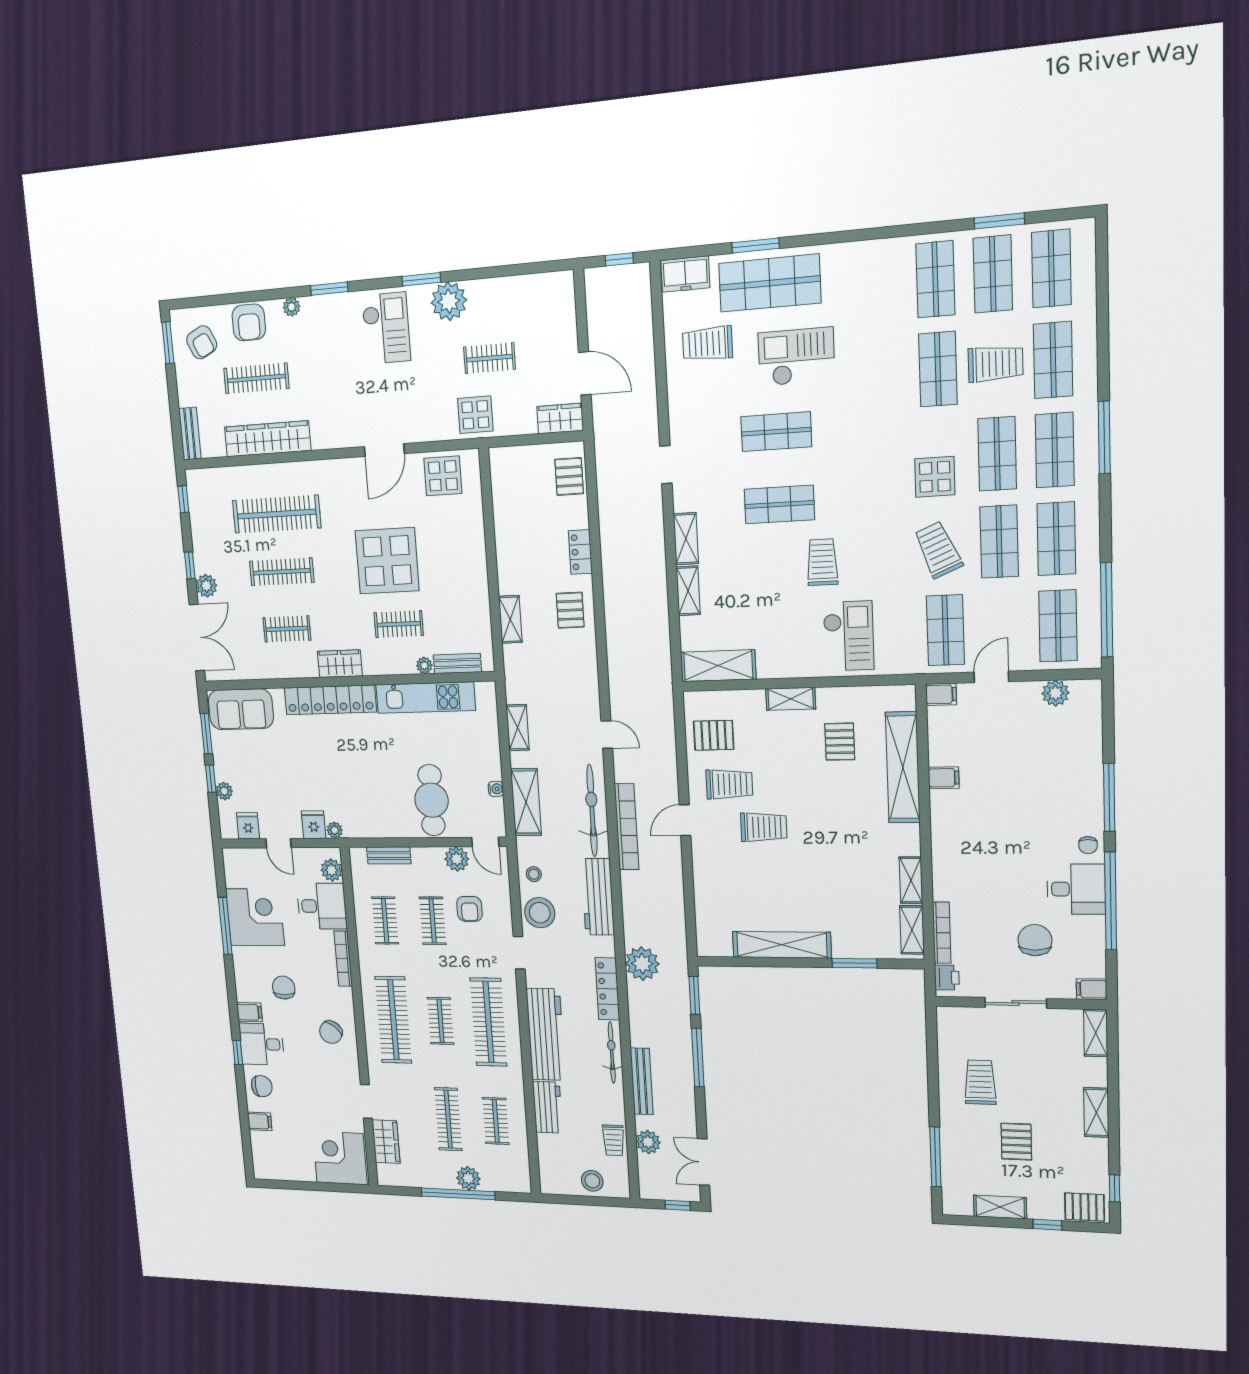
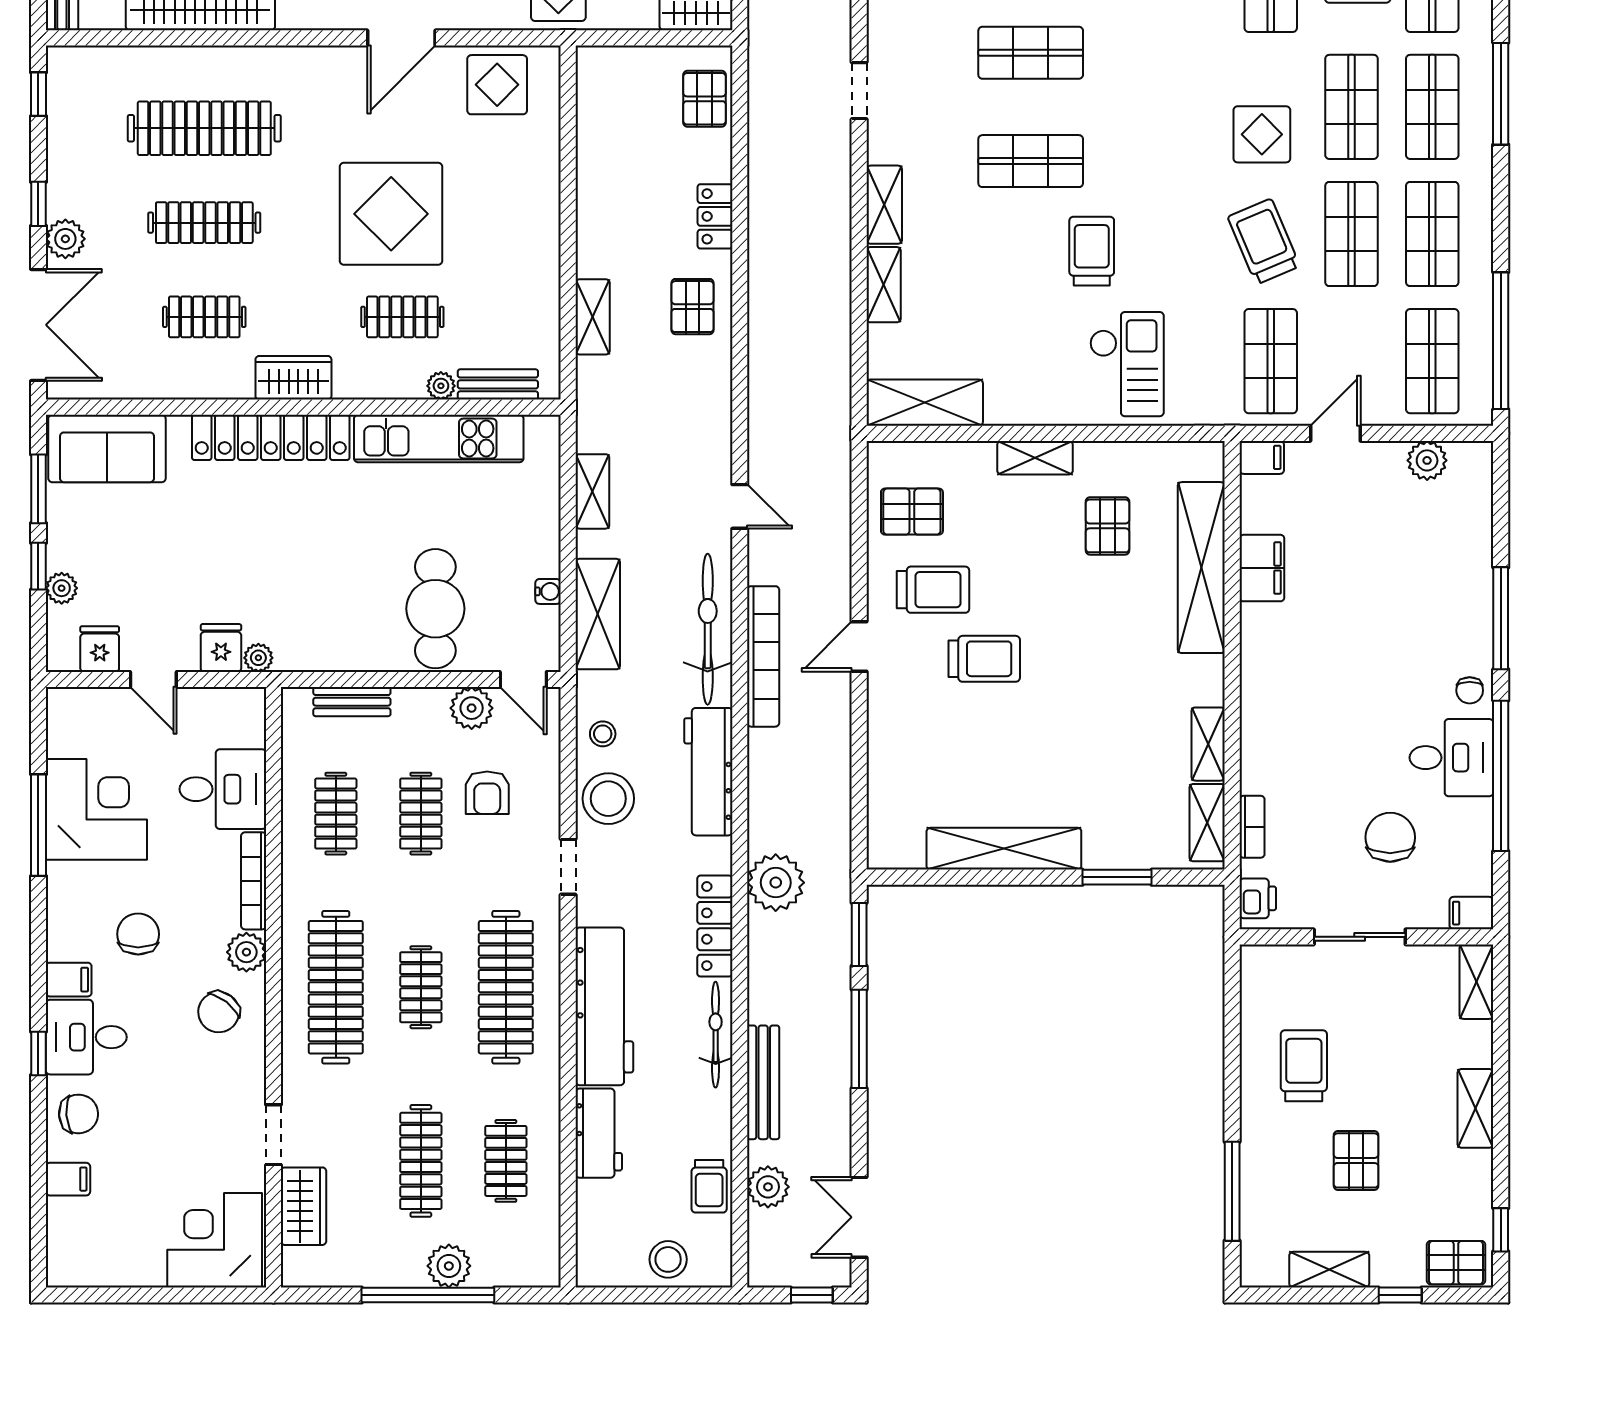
filing cabinet: (944, 778) -> (1262, 568), width x2.00
plant: (332, 870) -> (246, 952), moved
bookcase: (942, 933) -> (1252, 827), width x0.64

